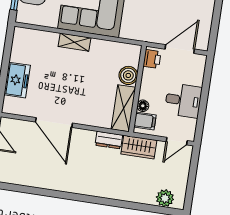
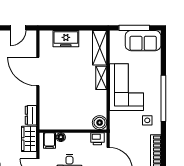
boiler: (128, 75) -> (100, 123), moved
shelving: (123, 108) -> (100, 48), moved, turned 90
door: (54, 123) -> (38, 72), hinge flipped

